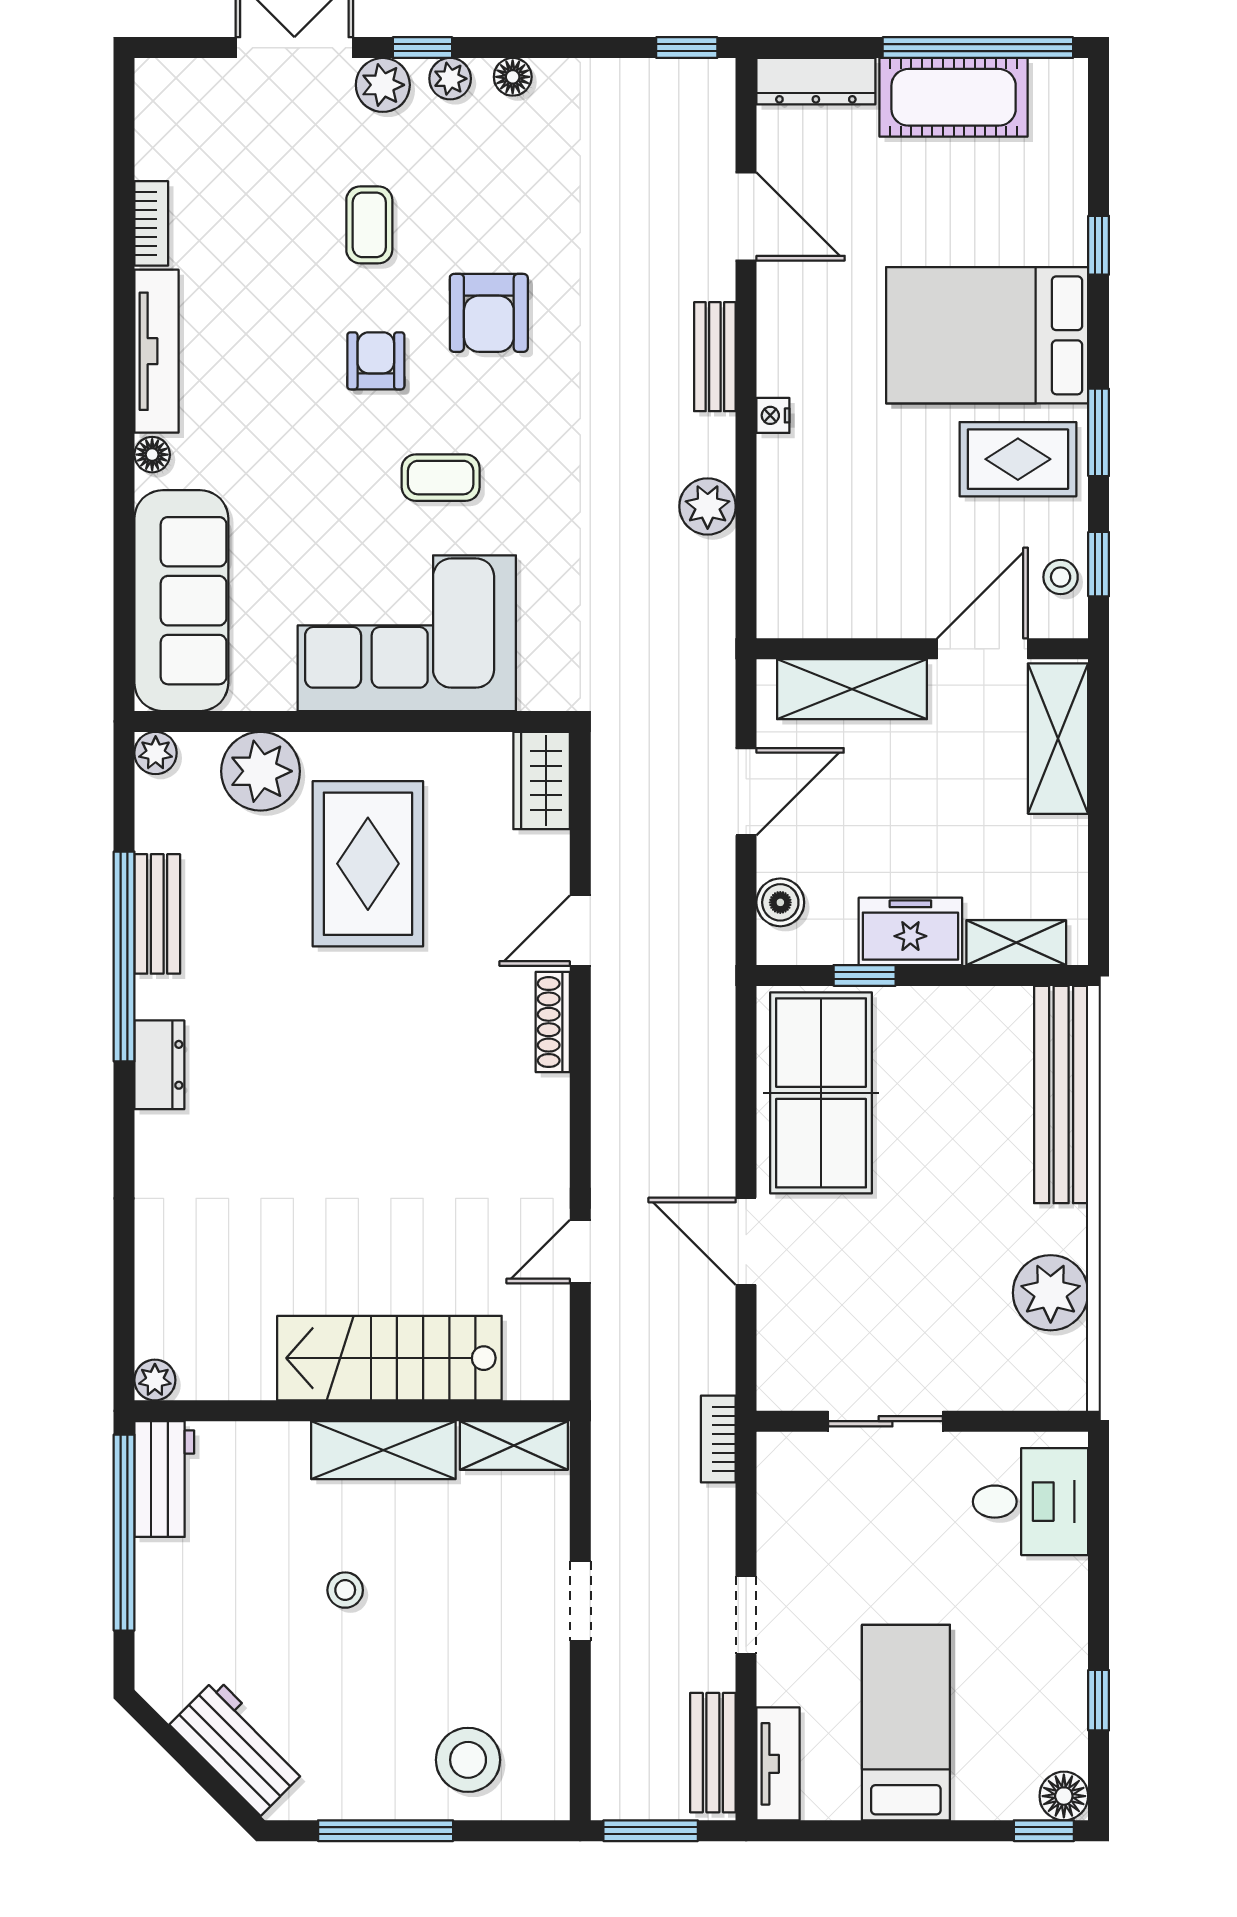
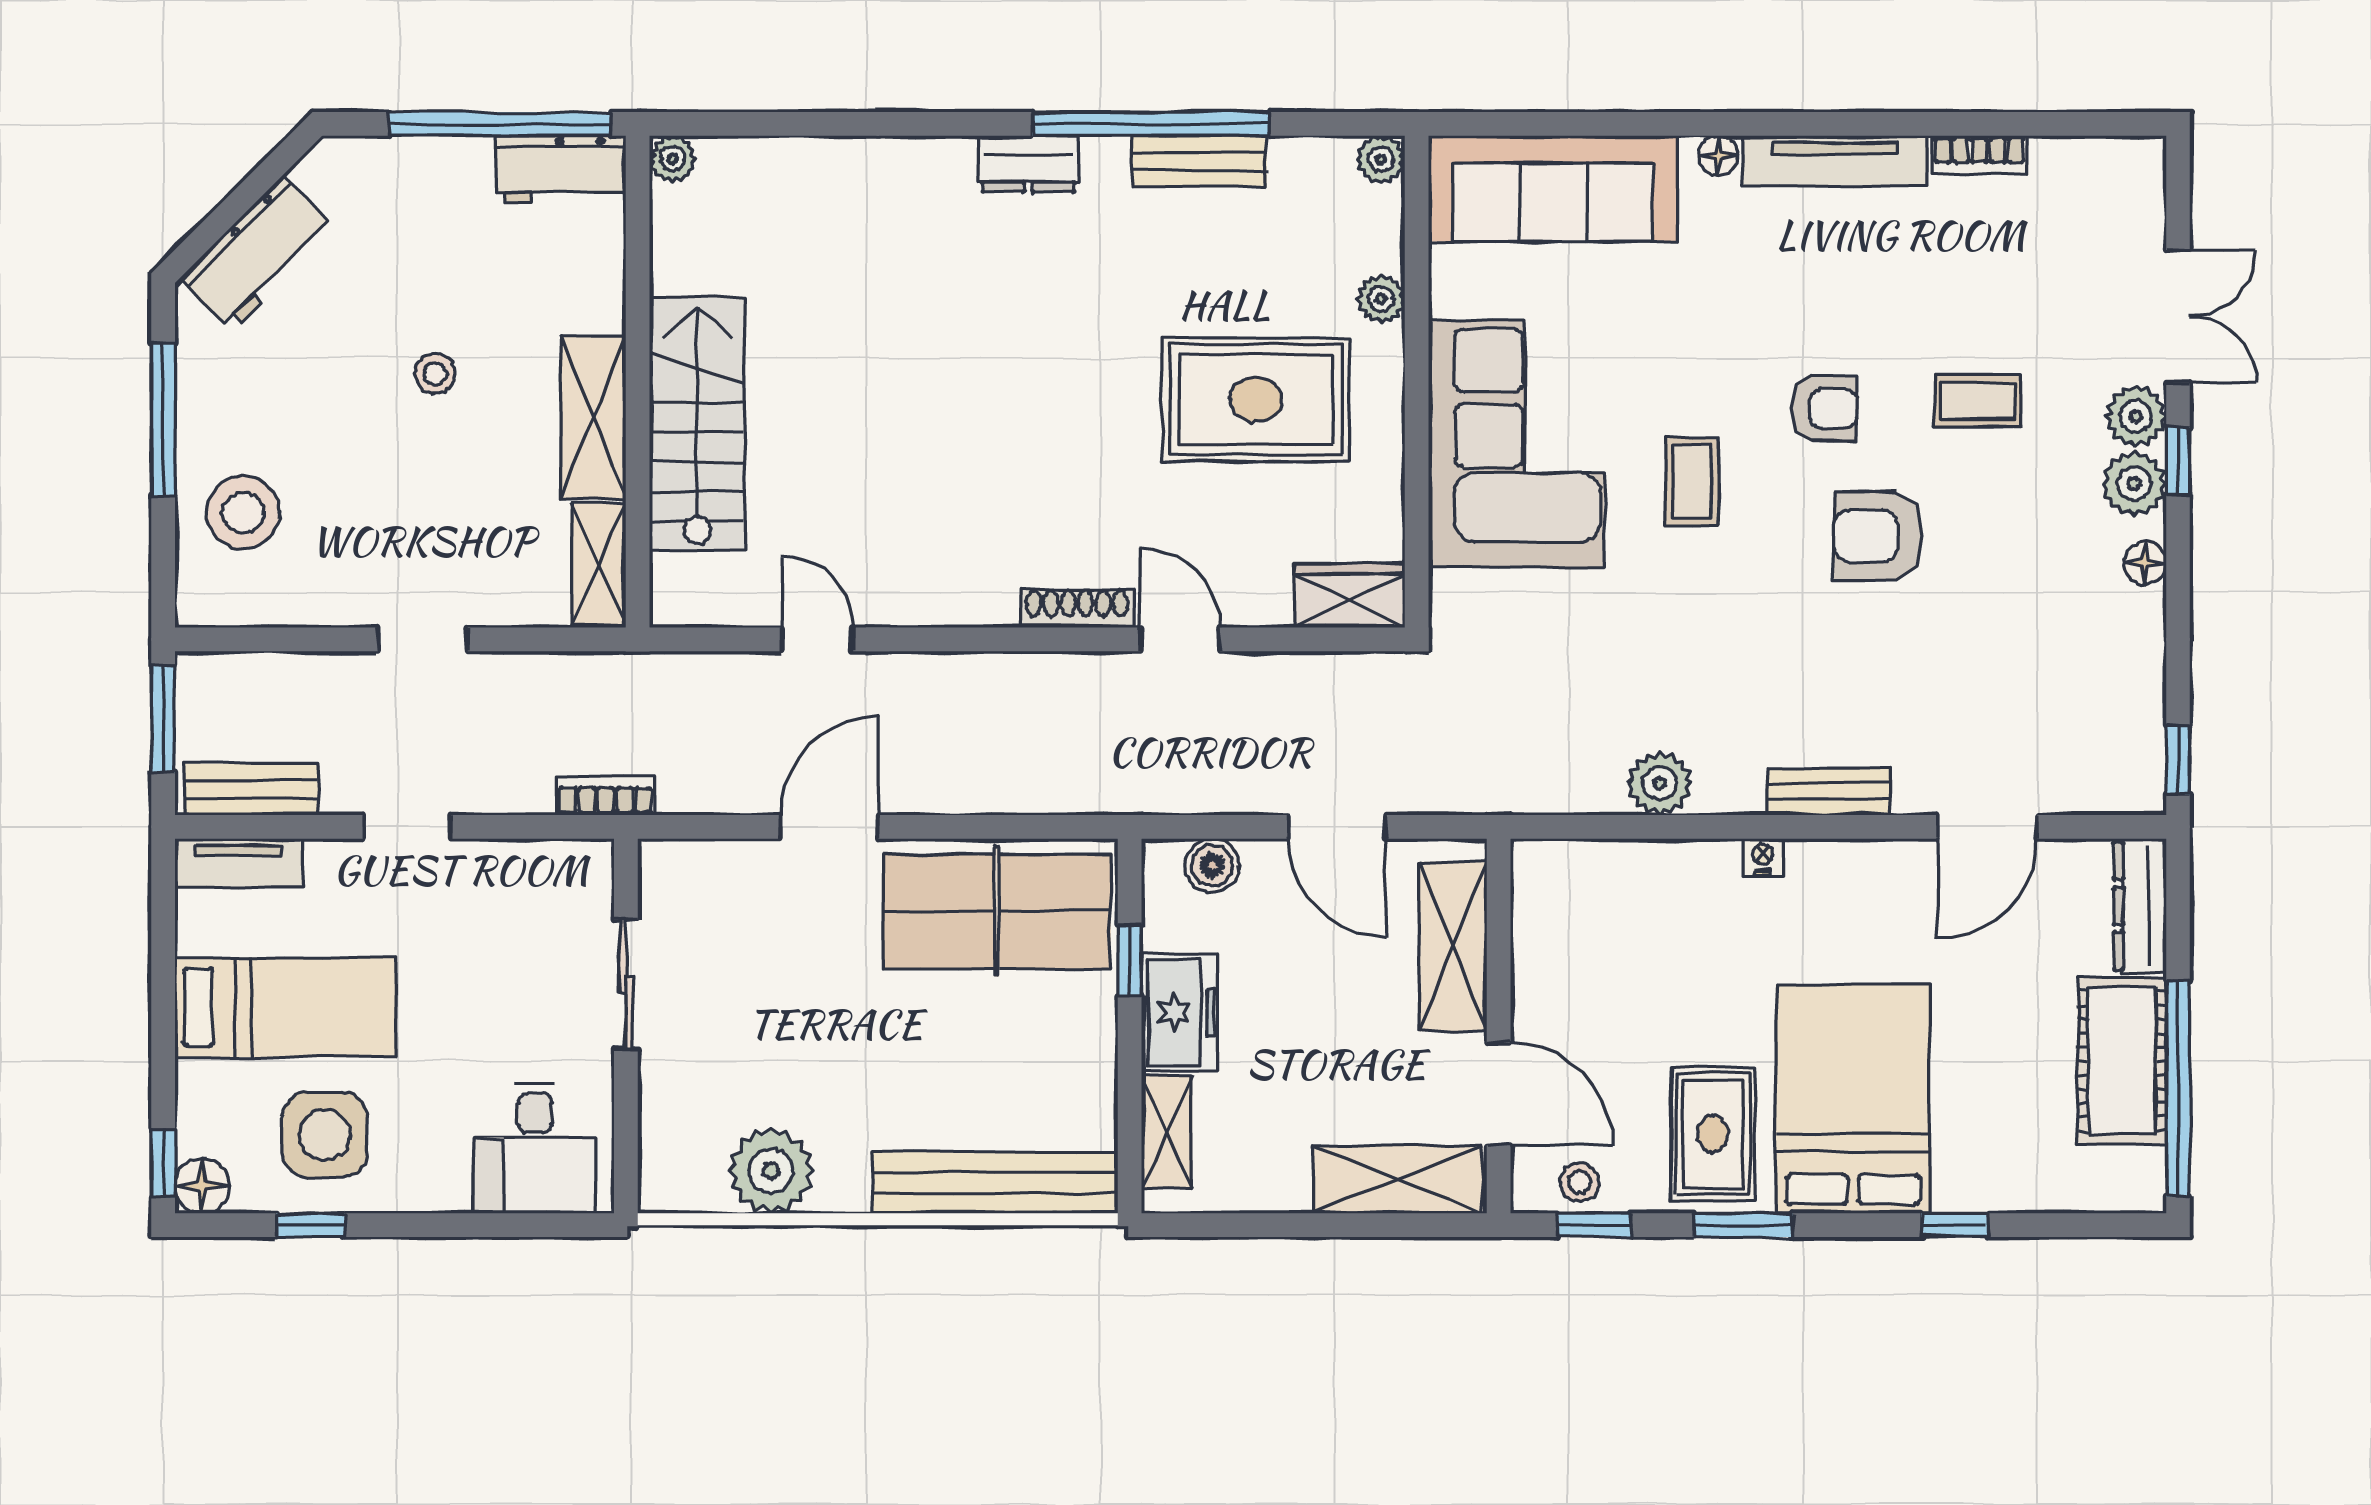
plant: (450, 79) -> (2134, 484), width x1.38, depth x1.38
plant: (261, 771) -> (1381, 299), width x0.53, depth x0.53
side table: (1019, 1688) -> (325, 1135), added

